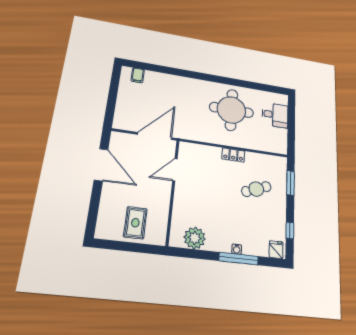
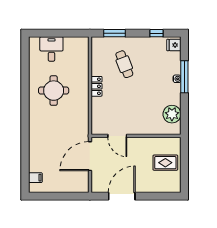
round table: (231, 110) -> (54, 91), width x0.73, depth x0.73
door: (155, 136) -> (90, 156), hinge flipped

